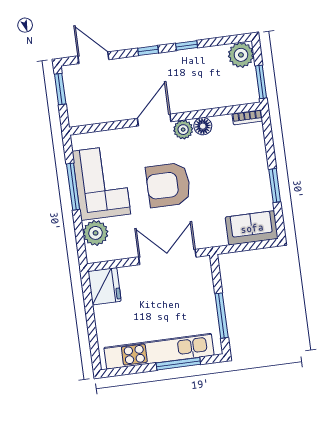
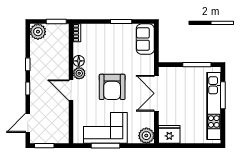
plant: (96, 233) -> (146, 136), moved

